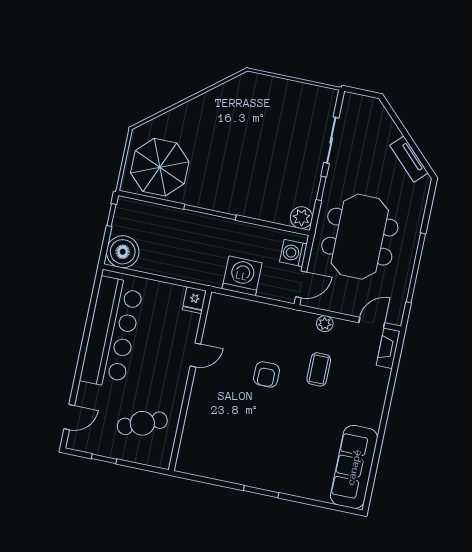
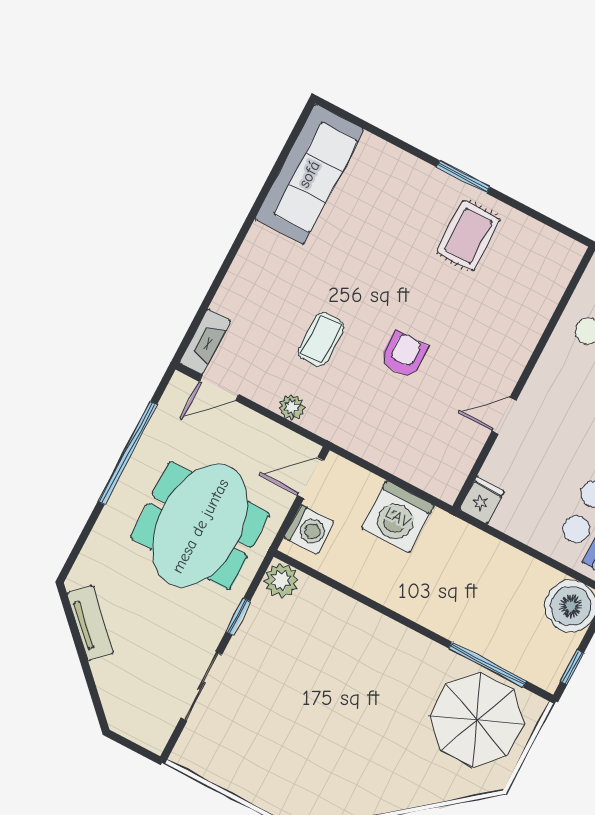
window: (210, 212) -> (487, 665), moved
rug: (248, 457) -> (468, 236), added

